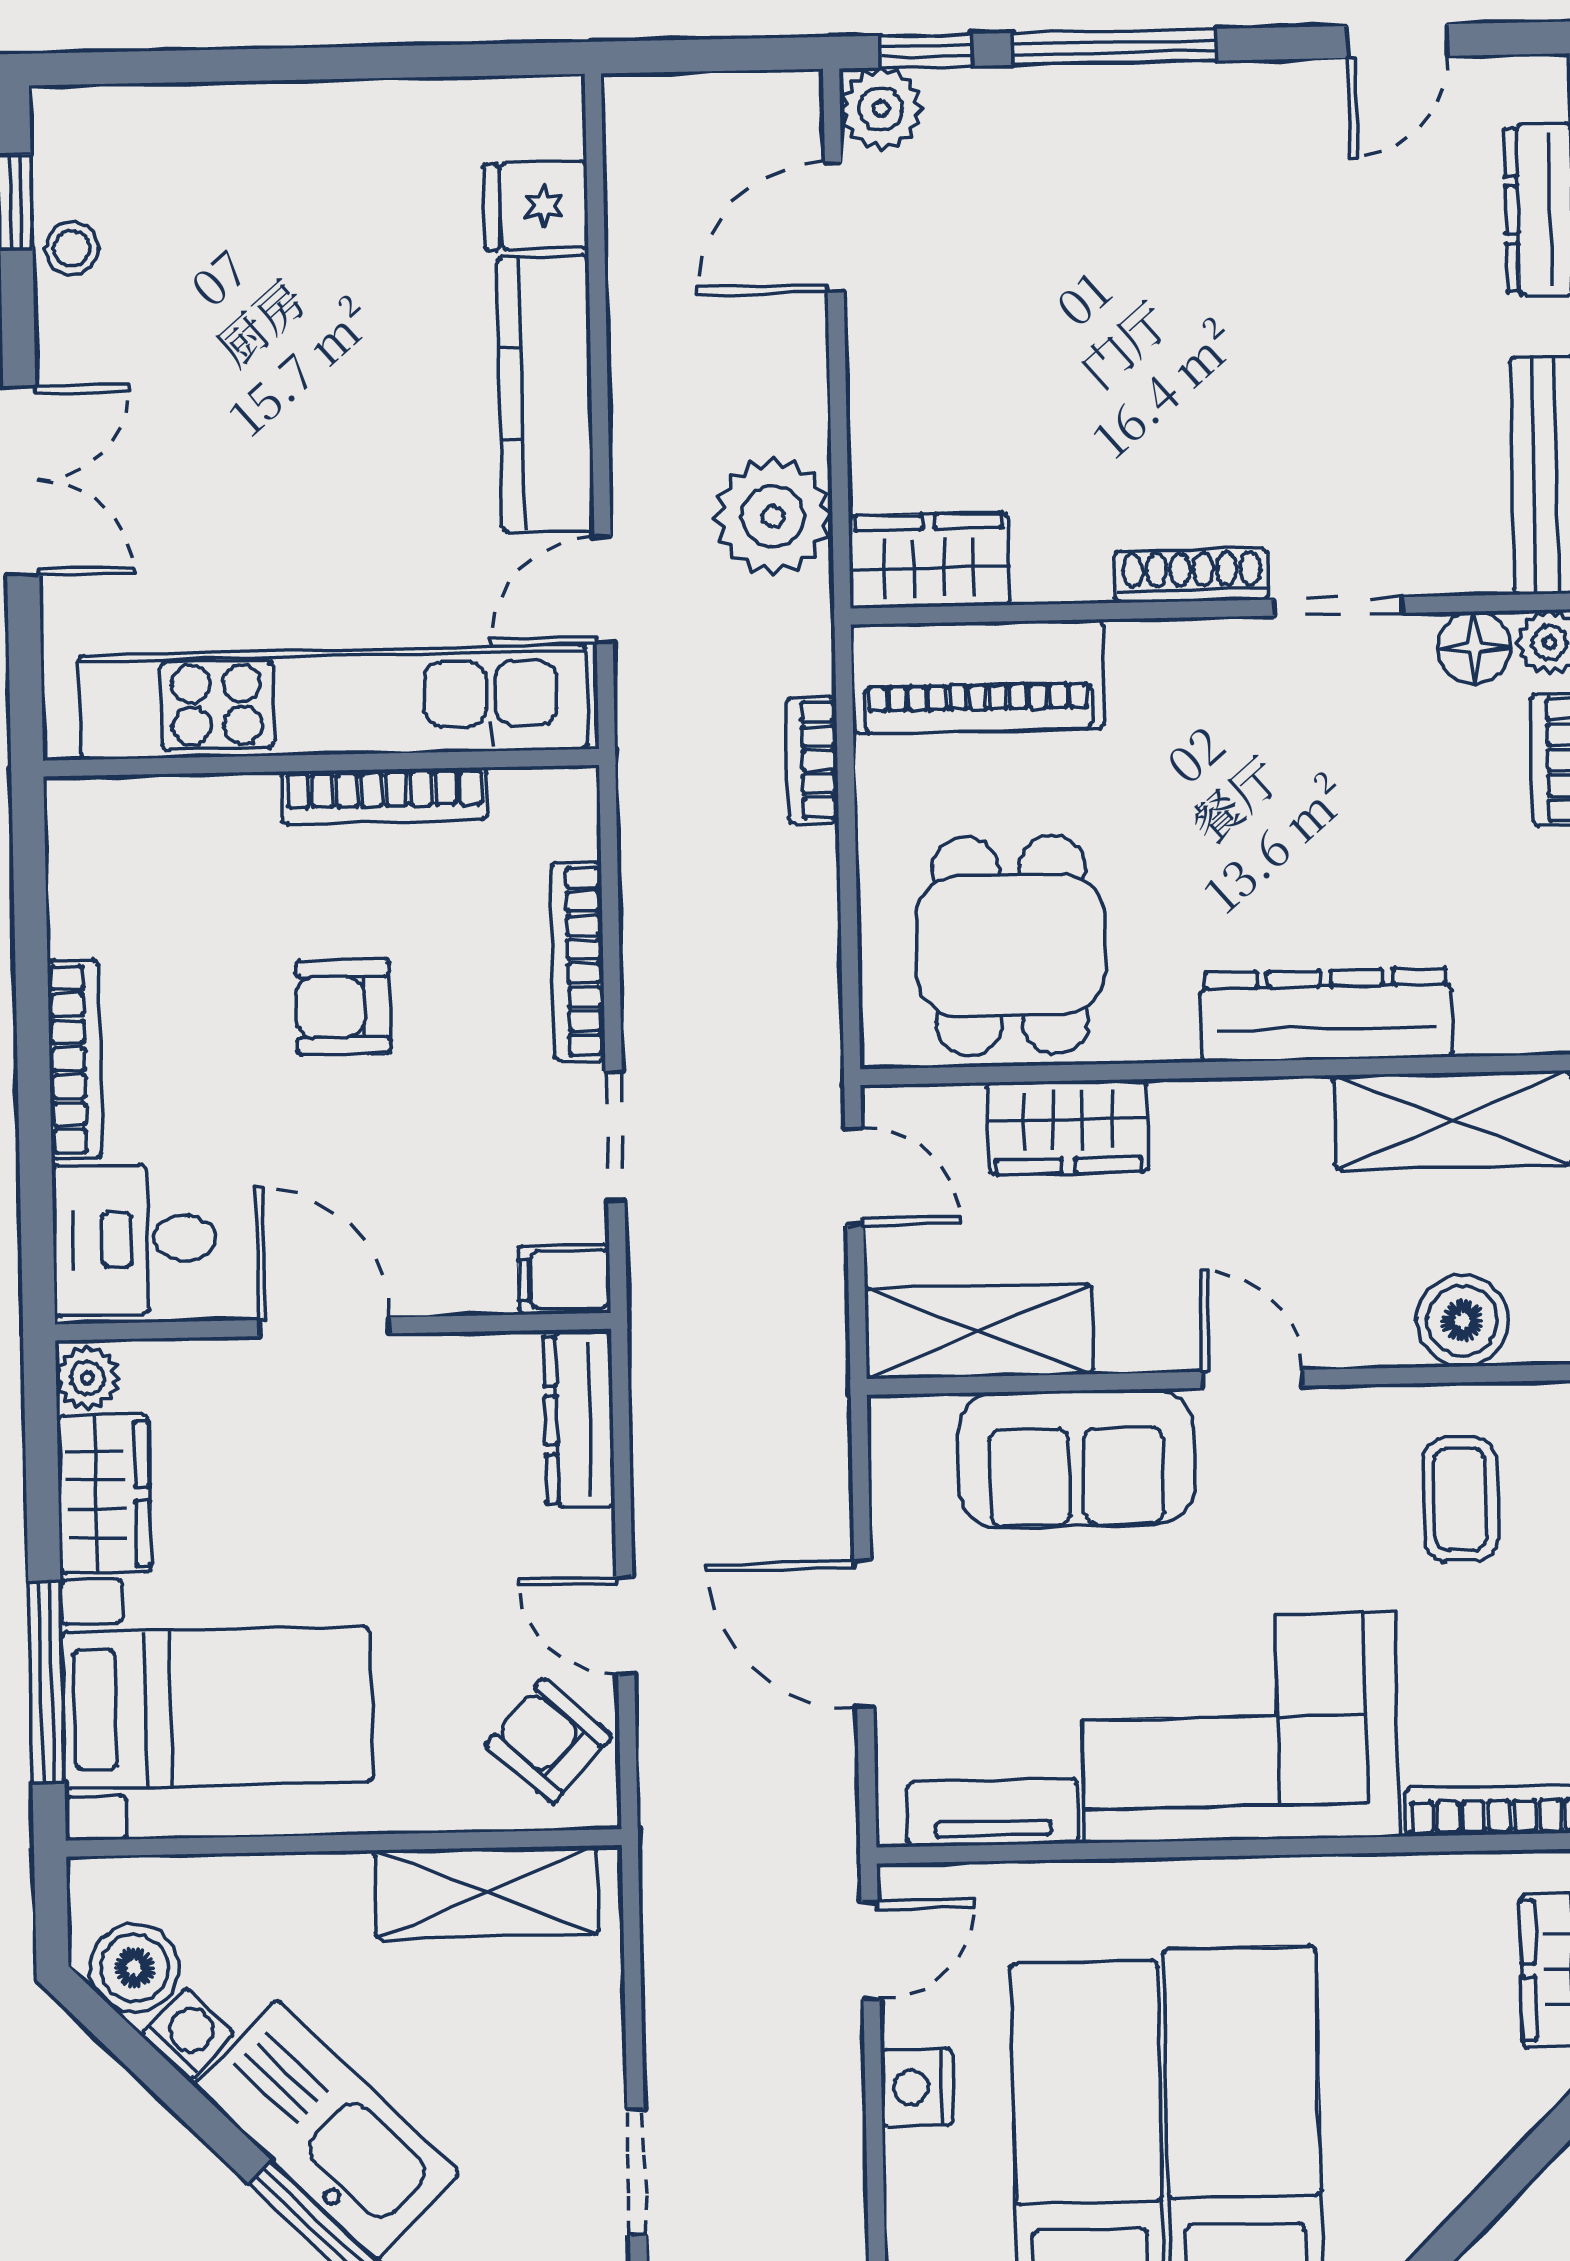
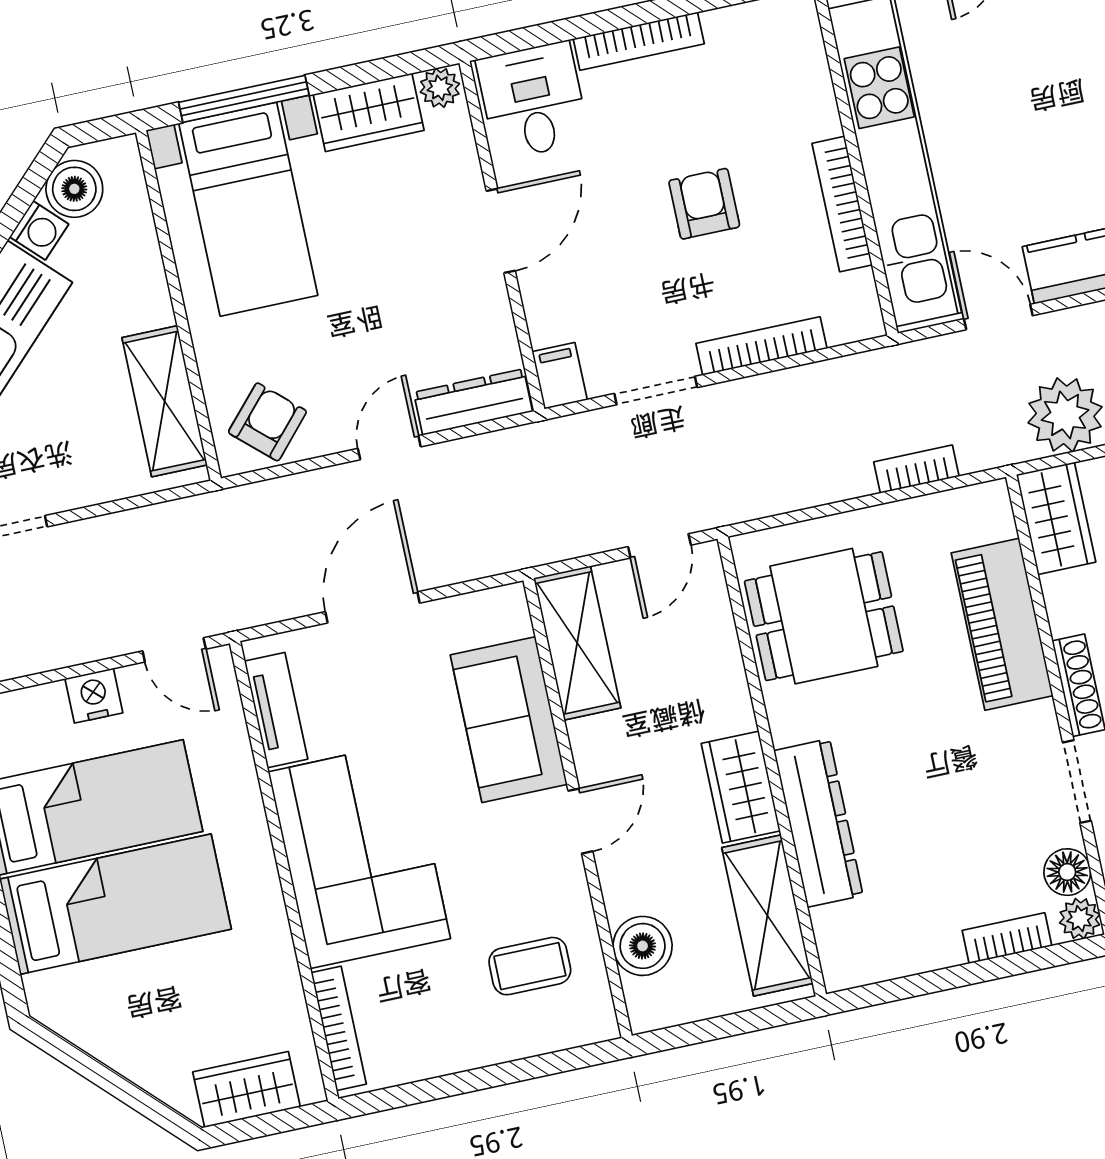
piano: (977, 676) -> (1002, 624), moved
wardrobe: (1068, 1127) -> (741, 787), moved
door: (625, 1625) -> (389, 448), moved

